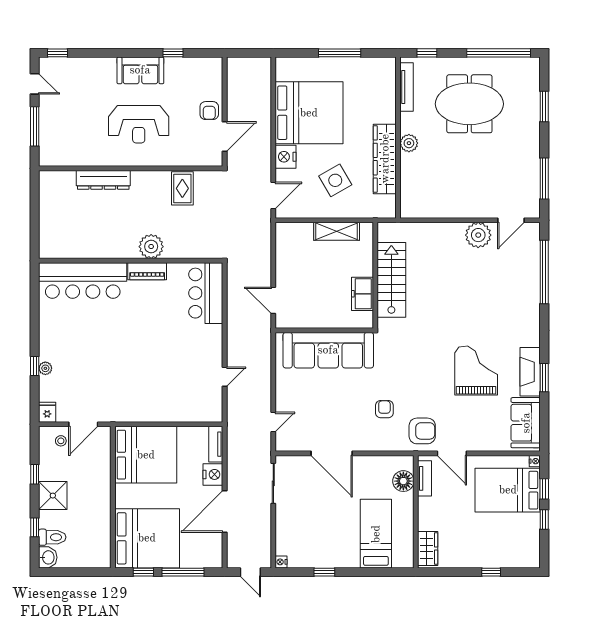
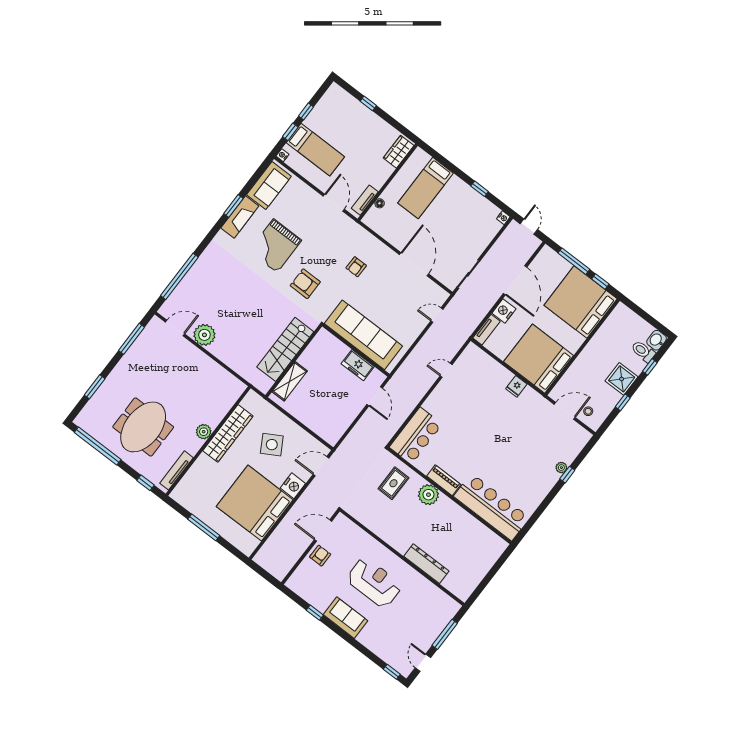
meeting table: (469, 104) -> (143, 427), turned 90
rug: (182, 188) -> (393, 483), moved
shelving: (337, 231) -> (290, 381), moved, turned 90
freezer: (362, 294) -> (358, 365), moved, turned 90
fridge: (47, 412) -> (516, 386), moved
armchair: (422, 431) -> (305, 284), moved
floor lamp: (403, 481) -> (380, 203), width x0.53, depth x0.53
bed: (508, 490) -> (315, 150), width x0.67
door: (225, 512) -> (515, 280), hinge flipped

